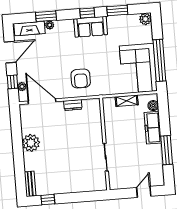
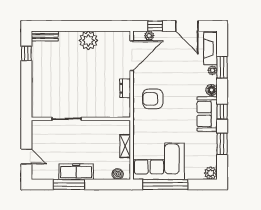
floor lamp: (68, 24) -> (212, 90), added
freezer: (153, 128) -> (76, 172), moved

